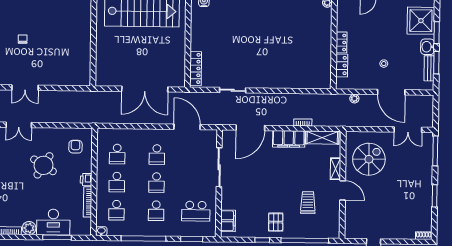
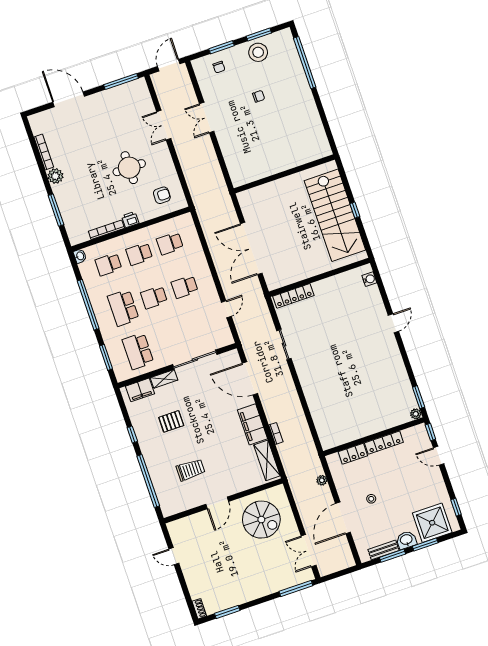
locker: (342, 42) -> (384, 443), width x1.53
door: (187, 127) -> (226, 309), width x0.53
round table: (43, 165) -> (129, 168), turned -32
shelving: (336, 169) -> (164, 379), moved
window: (435, 196) -> (227, 612), moved
school desk: (156, 211) -> (123, 308), width x1.85
desk: (53, 222) -> (71, 200), removed
pallet: (276, 222) -> (171, 421), moved

